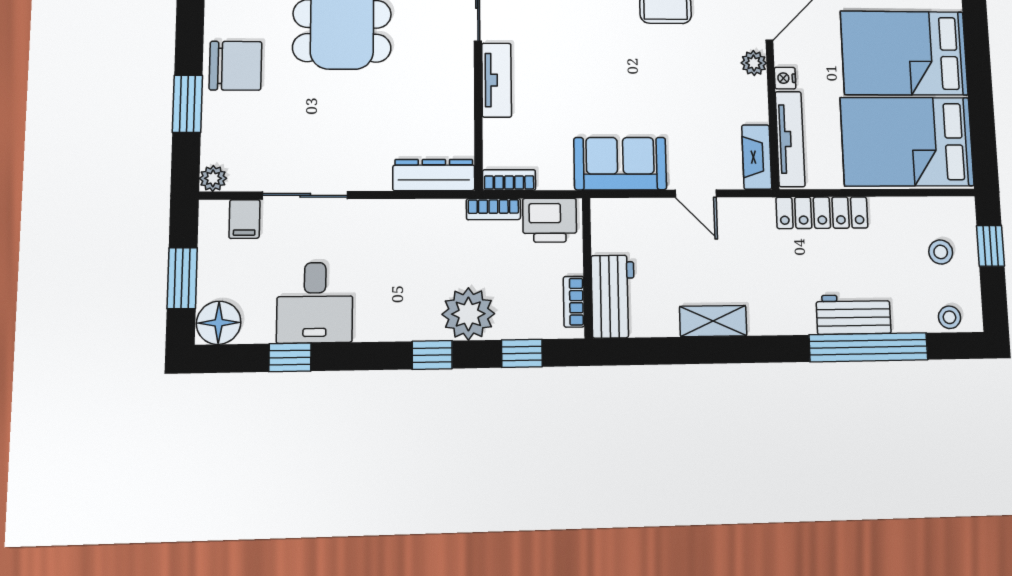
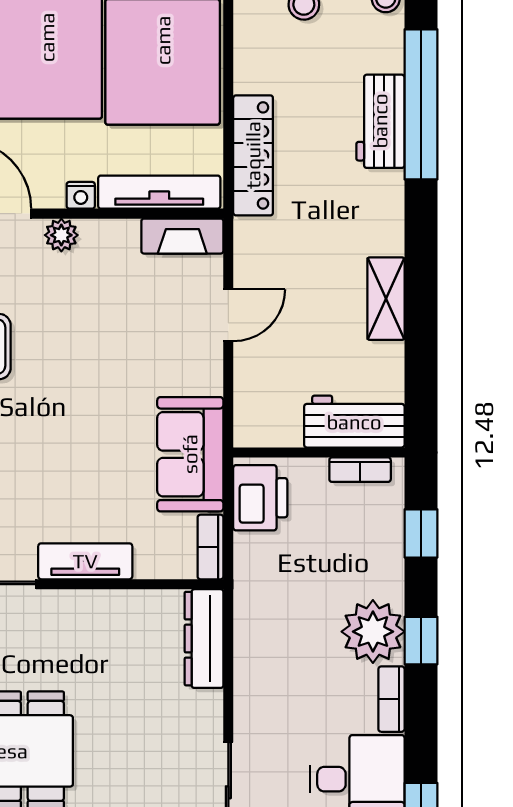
sofa: (620, 164) -> (190, 454), moved
bookcase: (493, 209) -> (391, 699), moved, turned 180
plant: (468, 314) -> (373, 632), moved

